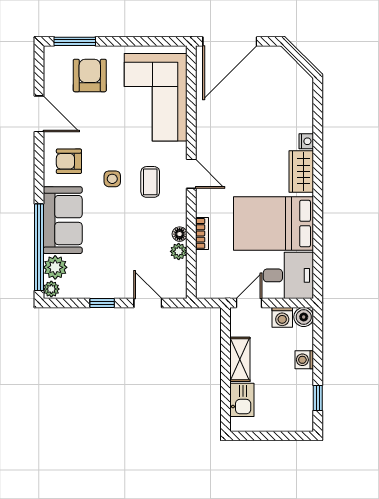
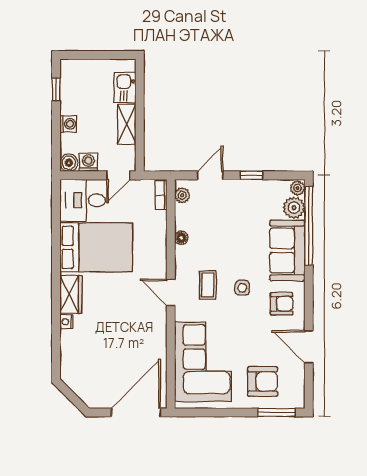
armchair: (90, 75) -> (263, 381), turned -90
bookcase: (202, 233) -> (161, 195), moved
plant: (179, 251) -> (182, 195), moved
door: (148, 303) -> (210, 175), swing flipped

